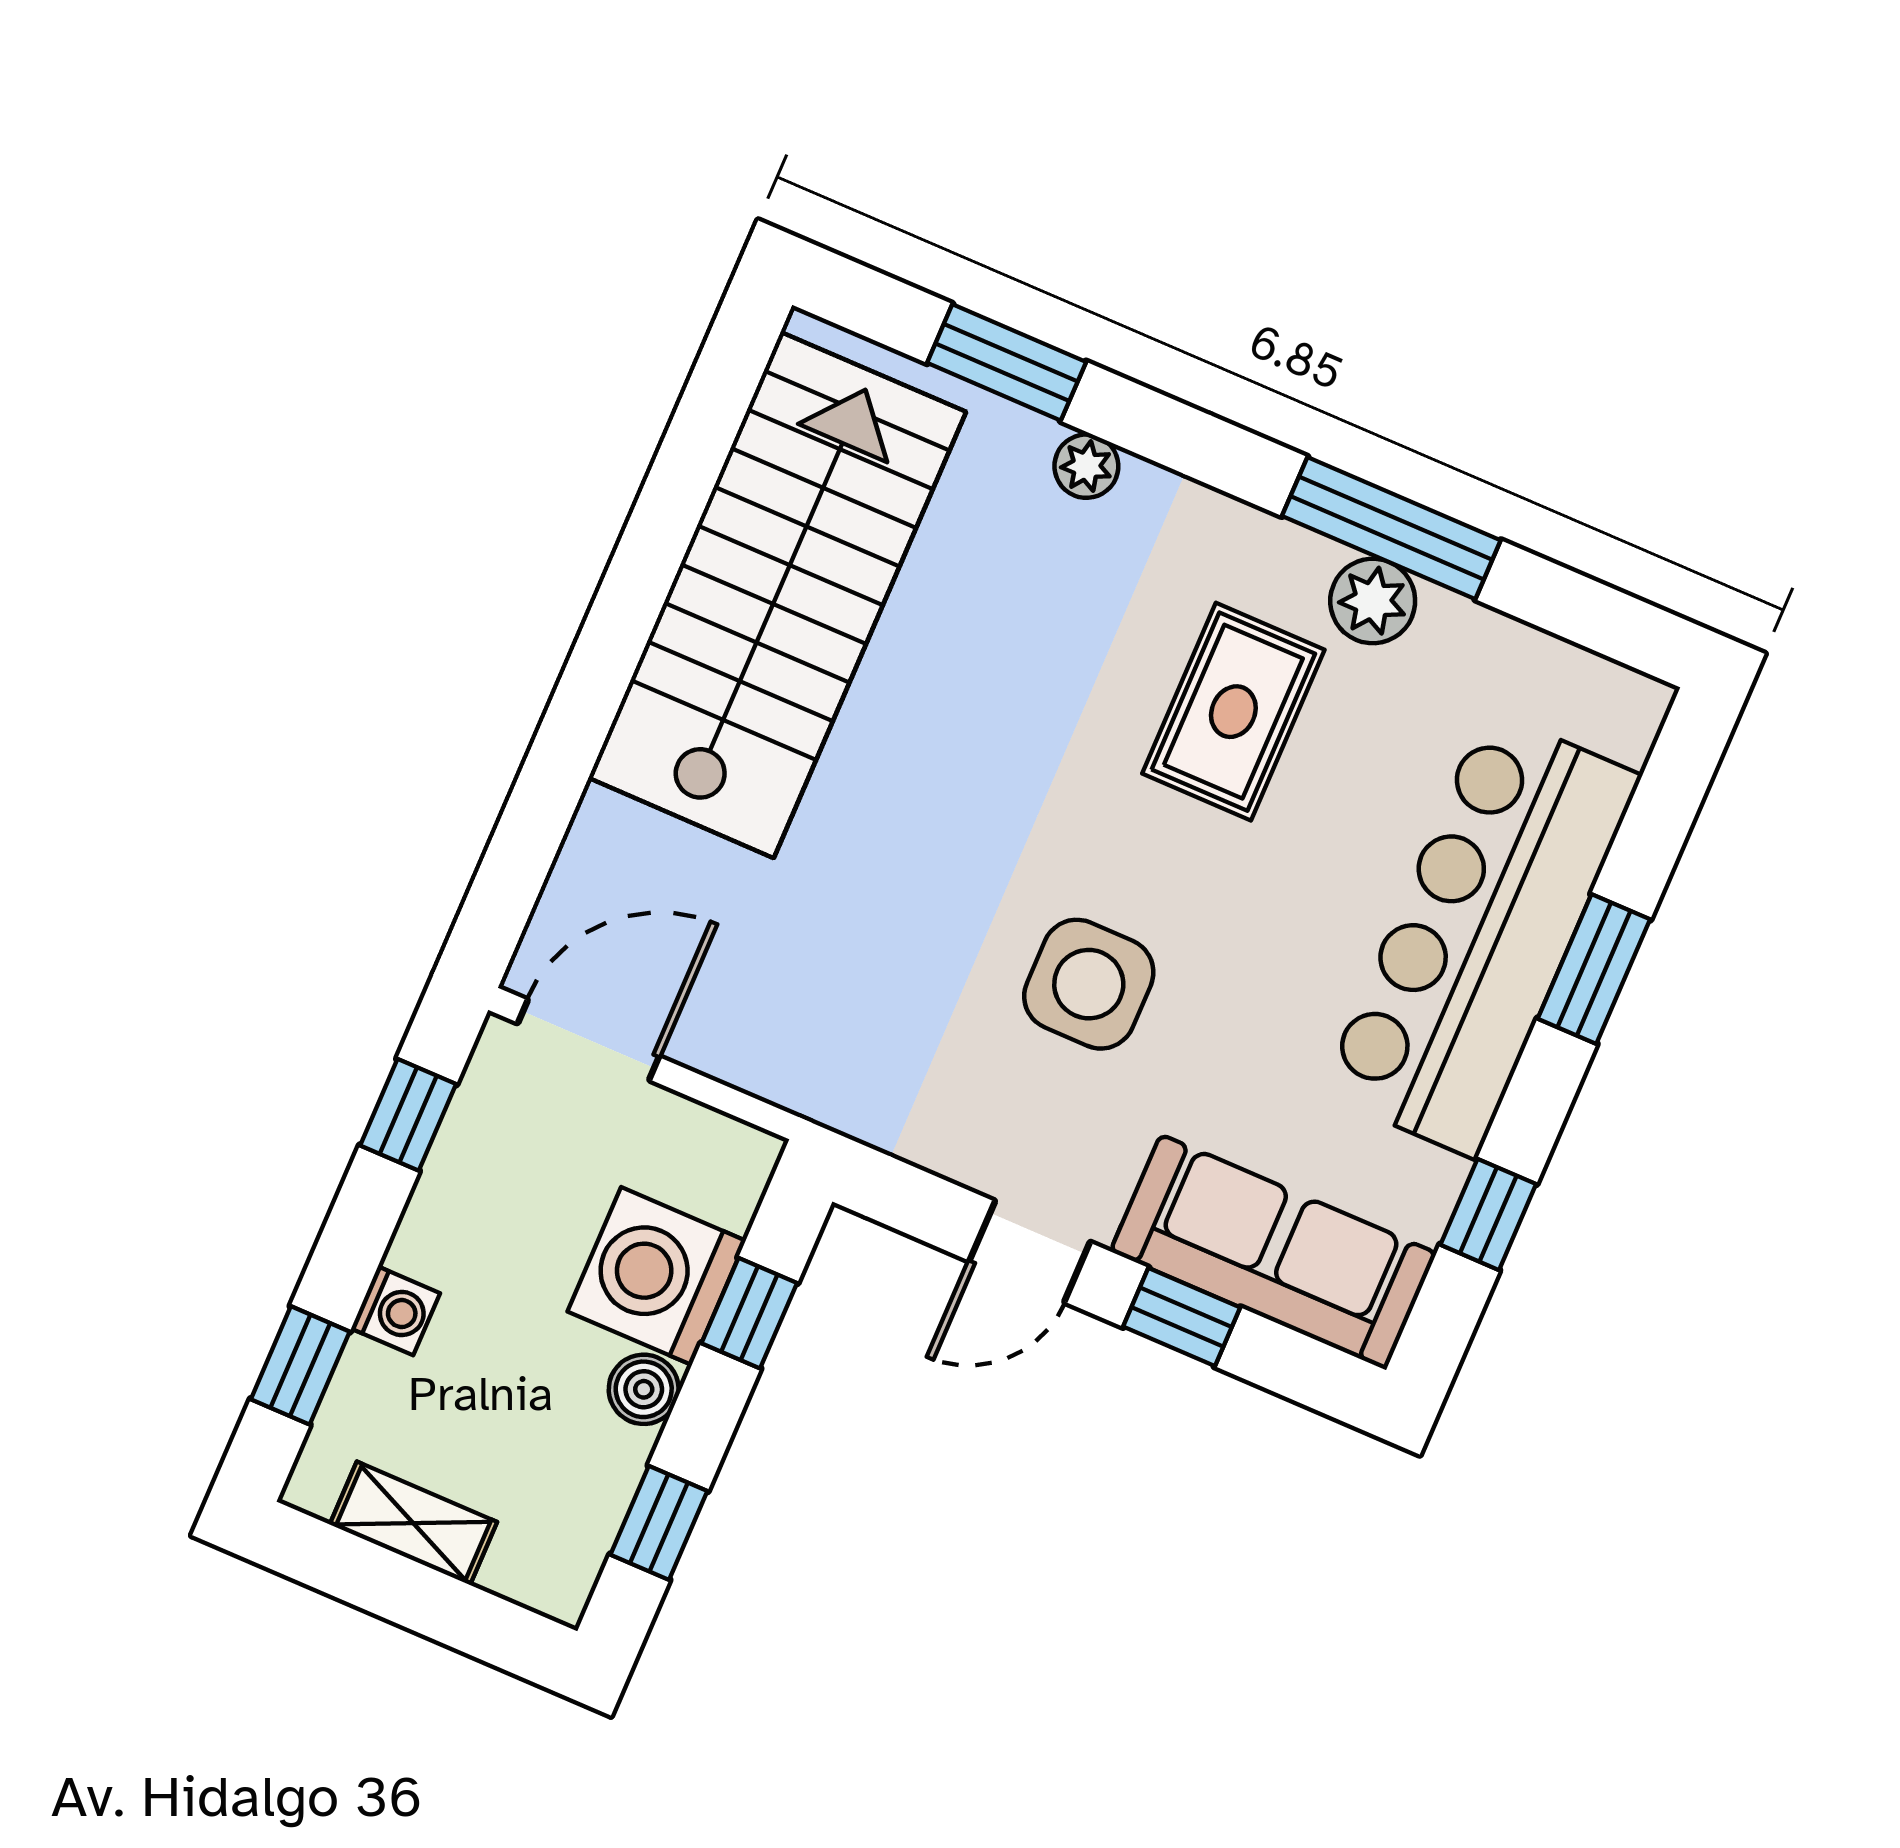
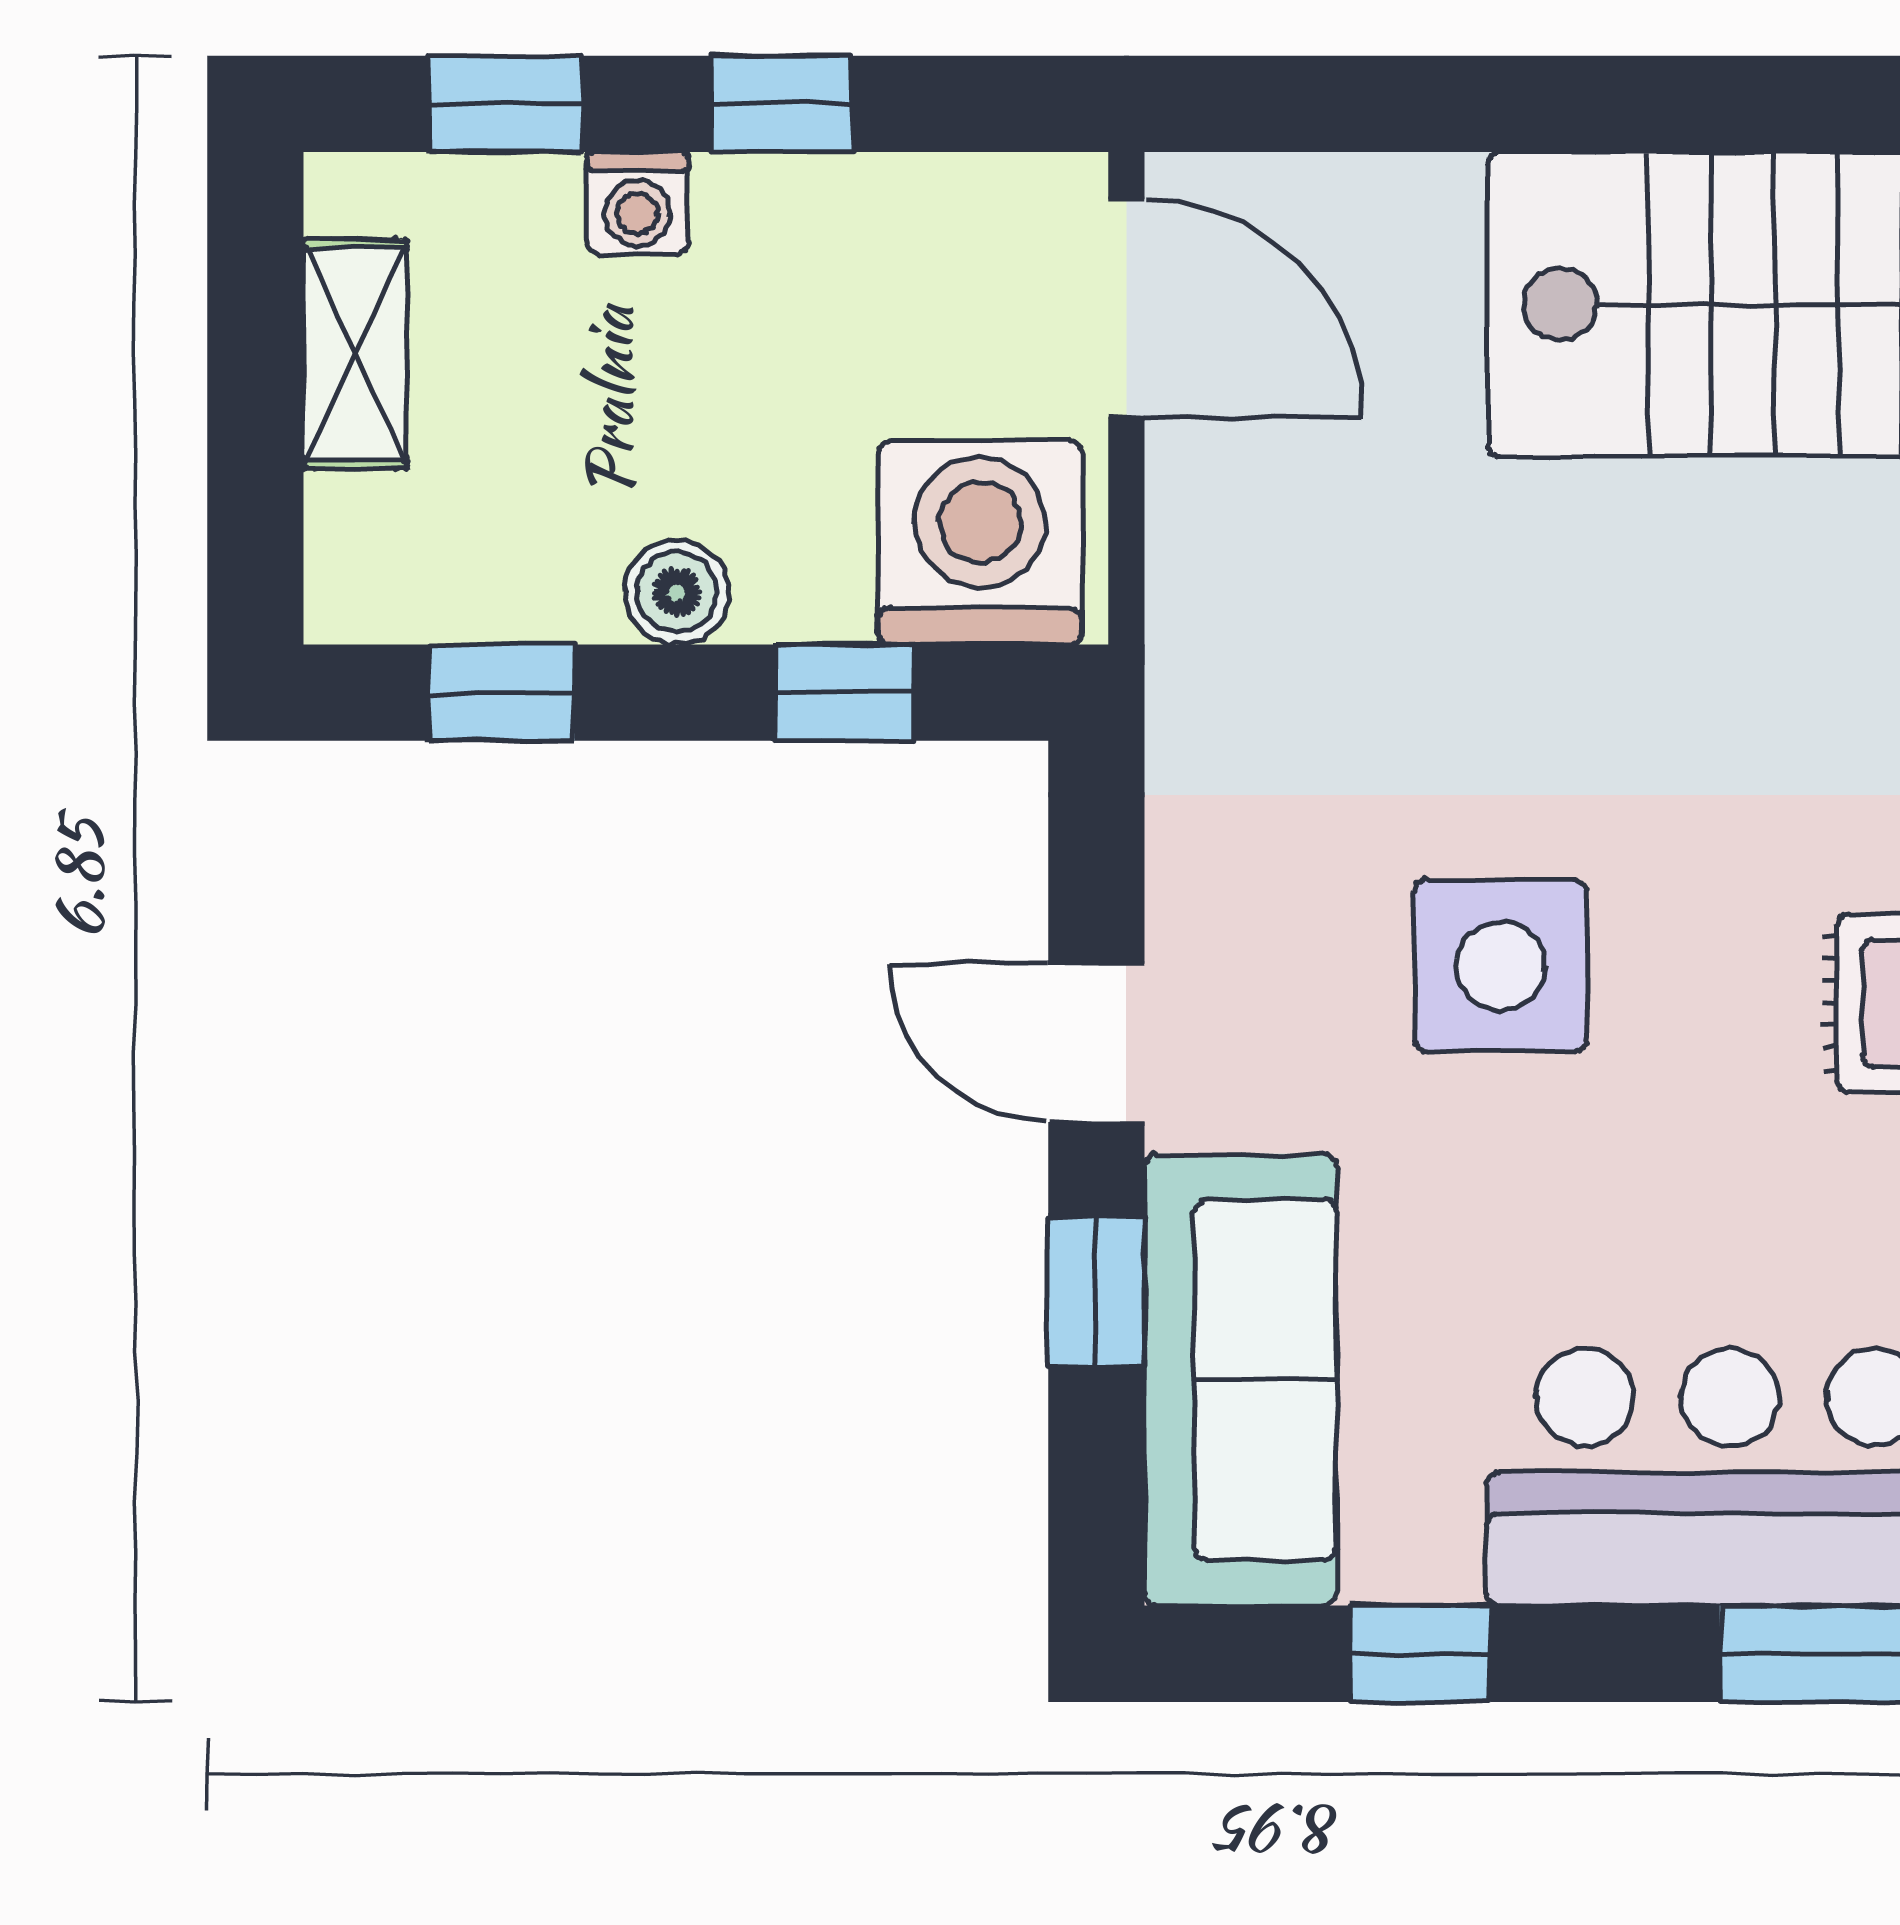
window: (408, 1115) -> (781, 104), moved
washing machine: (657, 1276) -> (980, 543), moved

